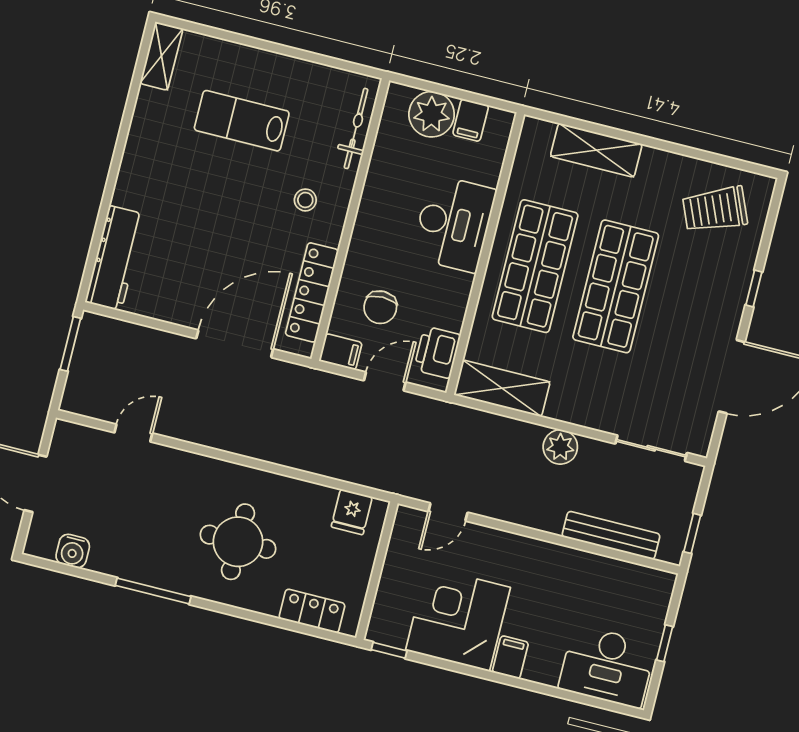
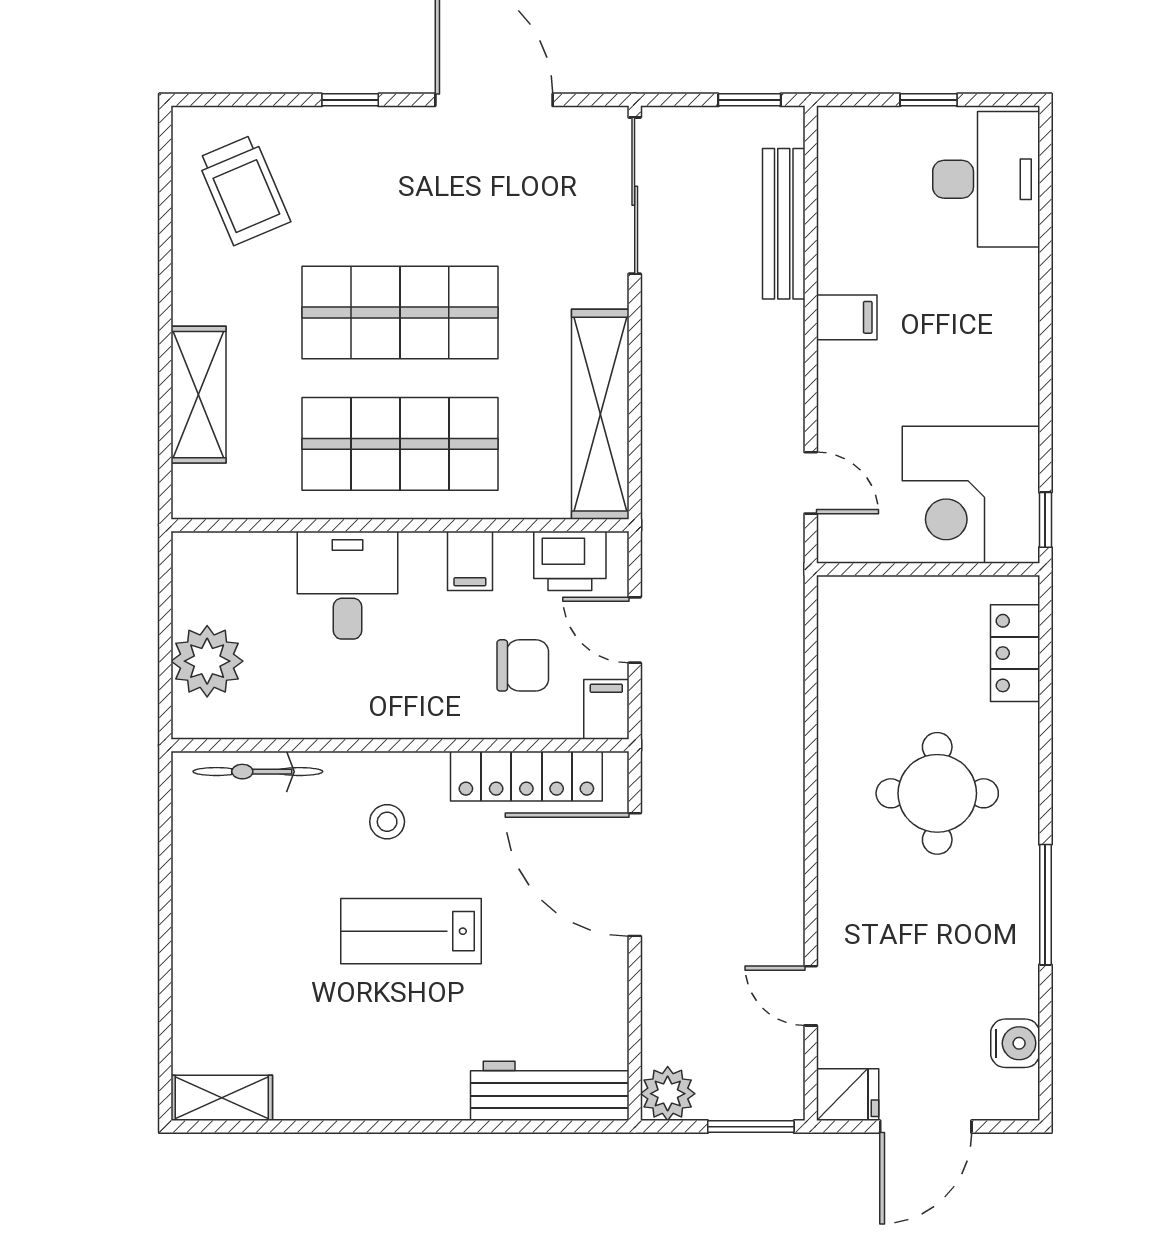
filing cabinet: (471, 120) -> (470, 561), moved, turned 90
lab bench: (242, 121) -> (411, 931), moved, turned 90
desk: (454, 224) -> (347, 585), width x0.73
window: (70, 344) -> (751, 1127), moved
shelving: (502, 388) -> (600, 414), width x1.47
plant: (560, 447) -> (668, 1094), moved
sliding door: (651, 448) -> (635, 196), width x1.37
fridge: (352, 512) -> (848, 1095), moved
corner desk: (458, 619) -> (971, 495), moved
filing cabinet: (510, 657) -> (847, 317), moved, turned 180

